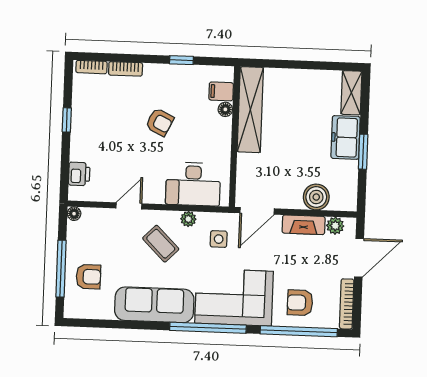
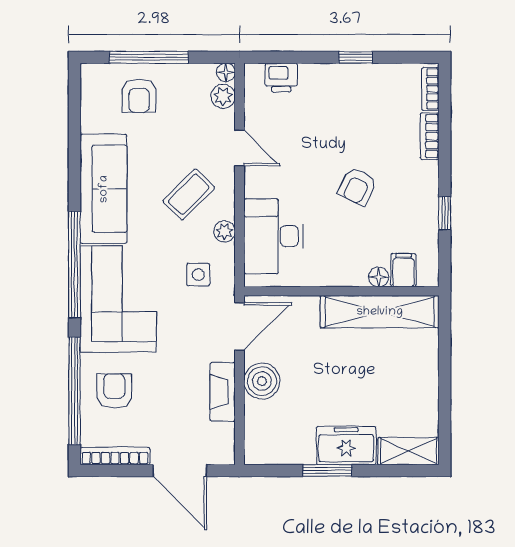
boiler: (316, 197) -> (262, 381), moved
door: (257, 211) -> (240, 326), swing flipped
plant: (335, 226) -> (223, 96), moved

